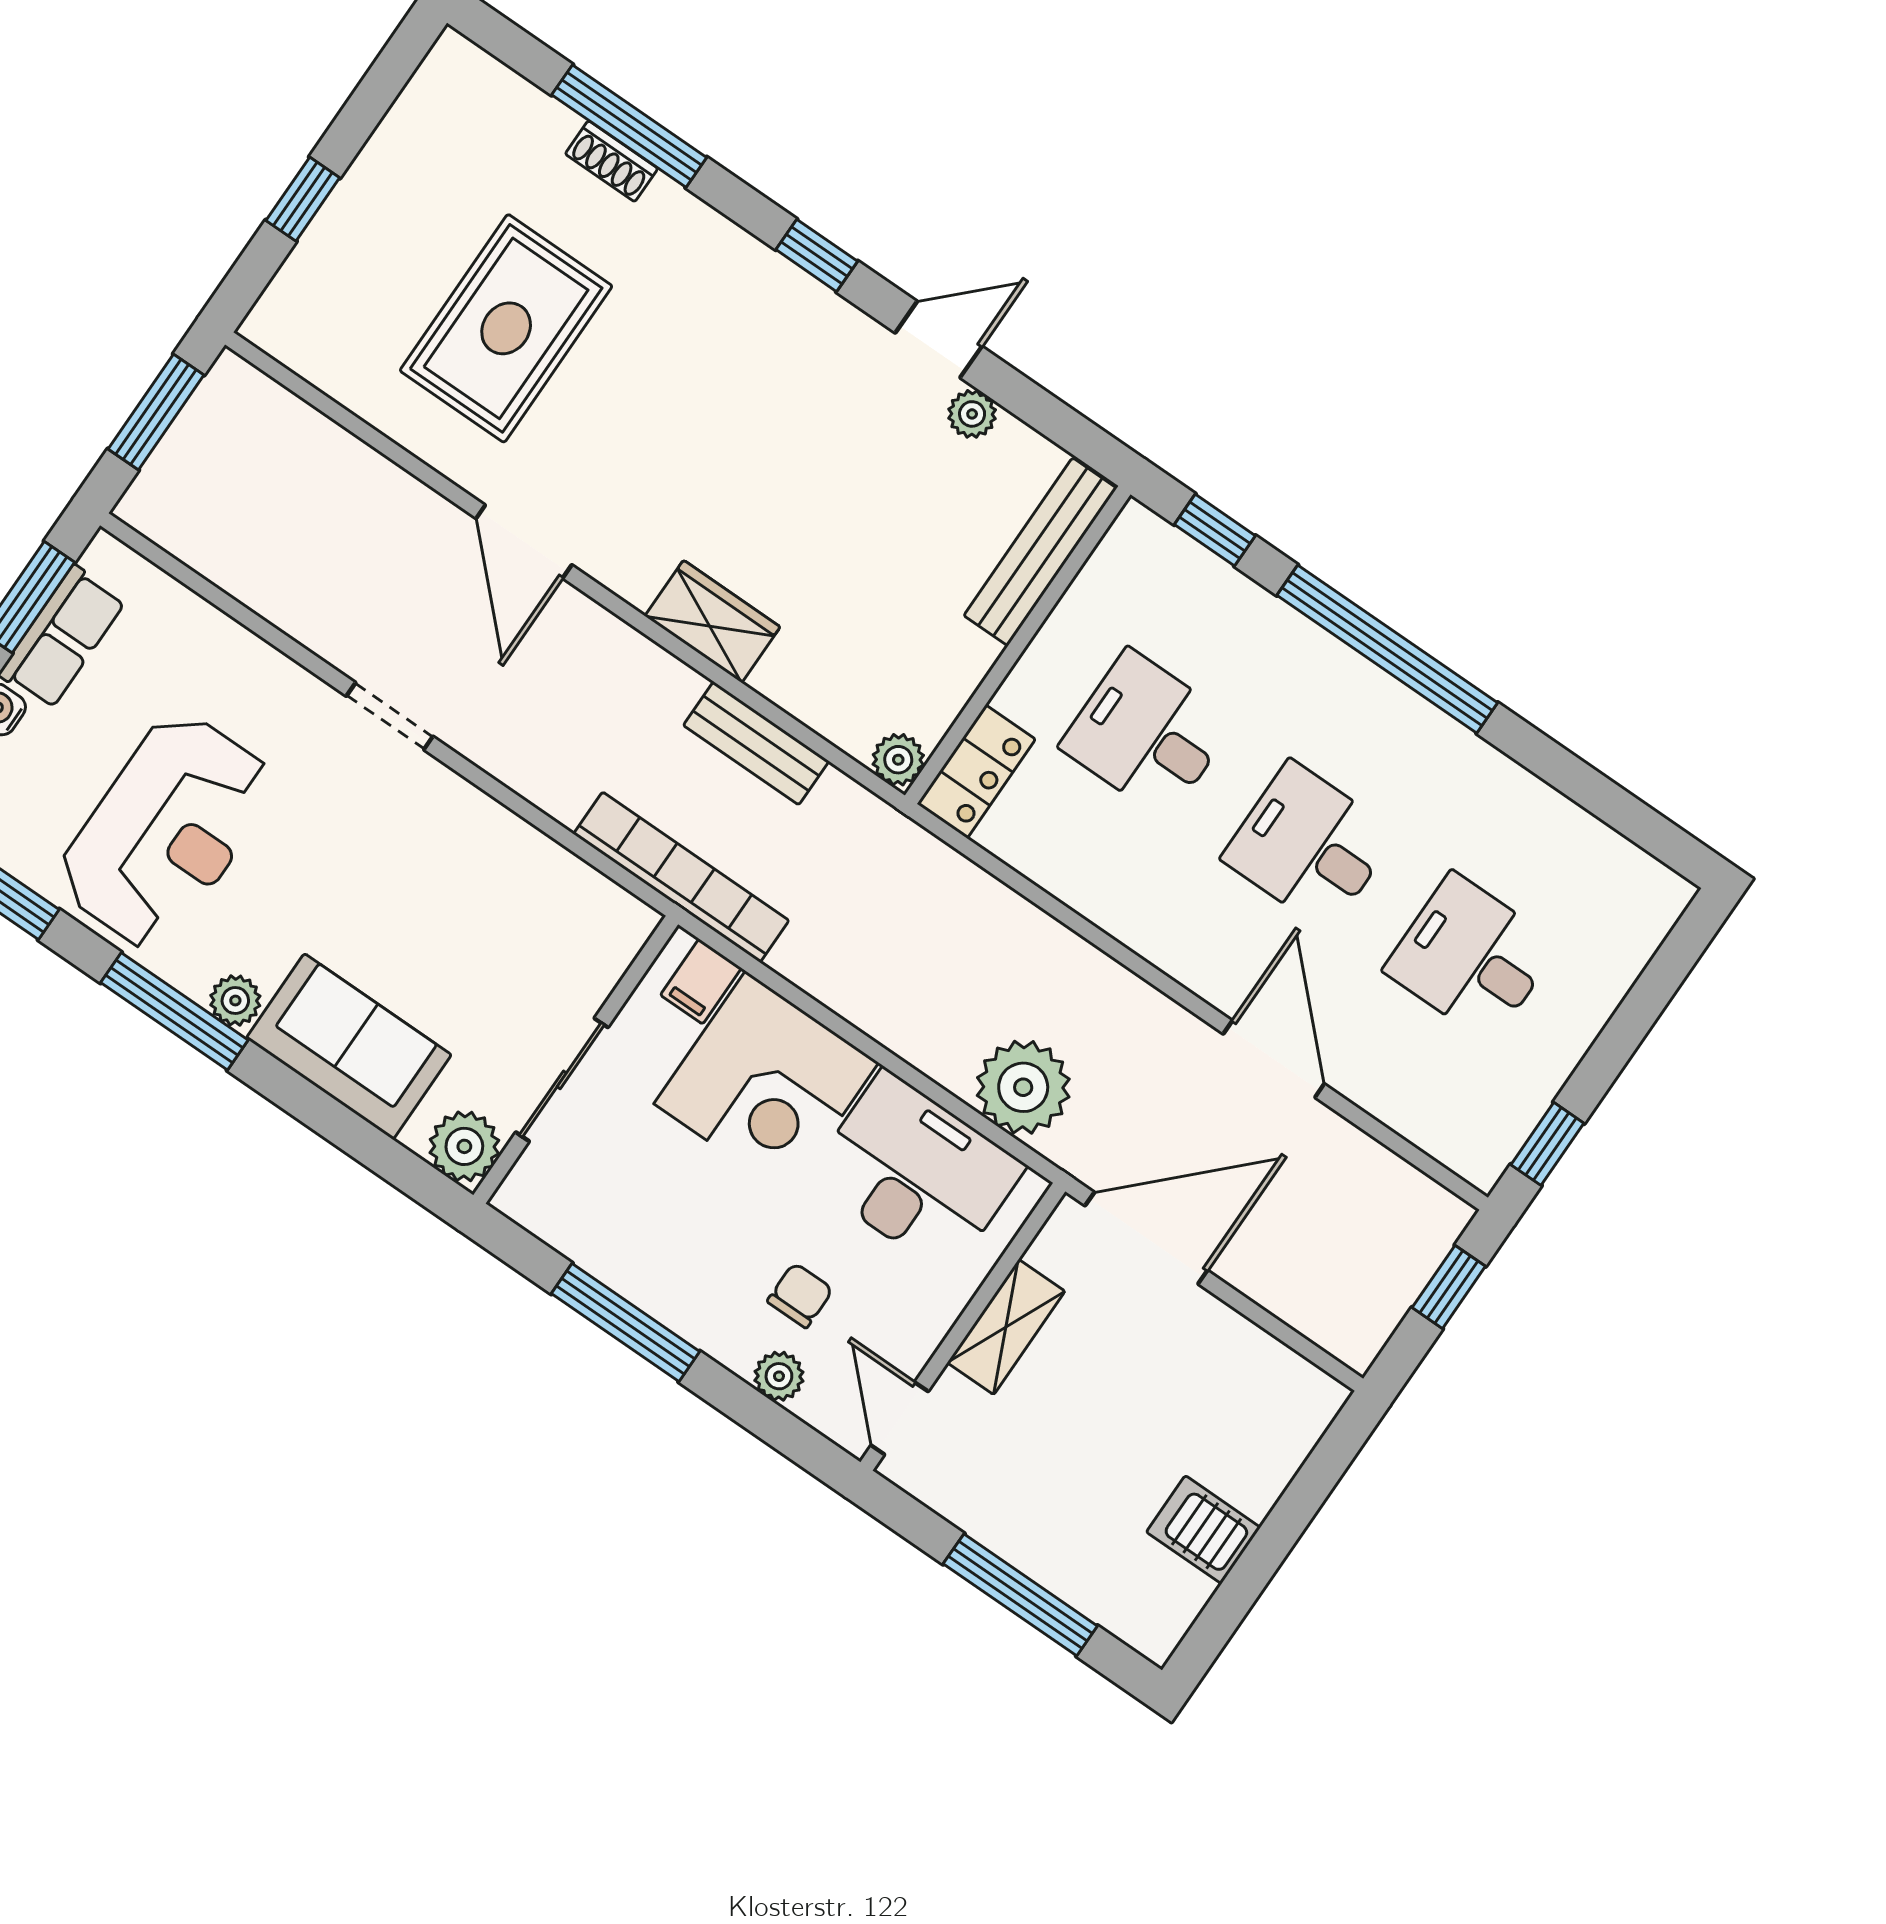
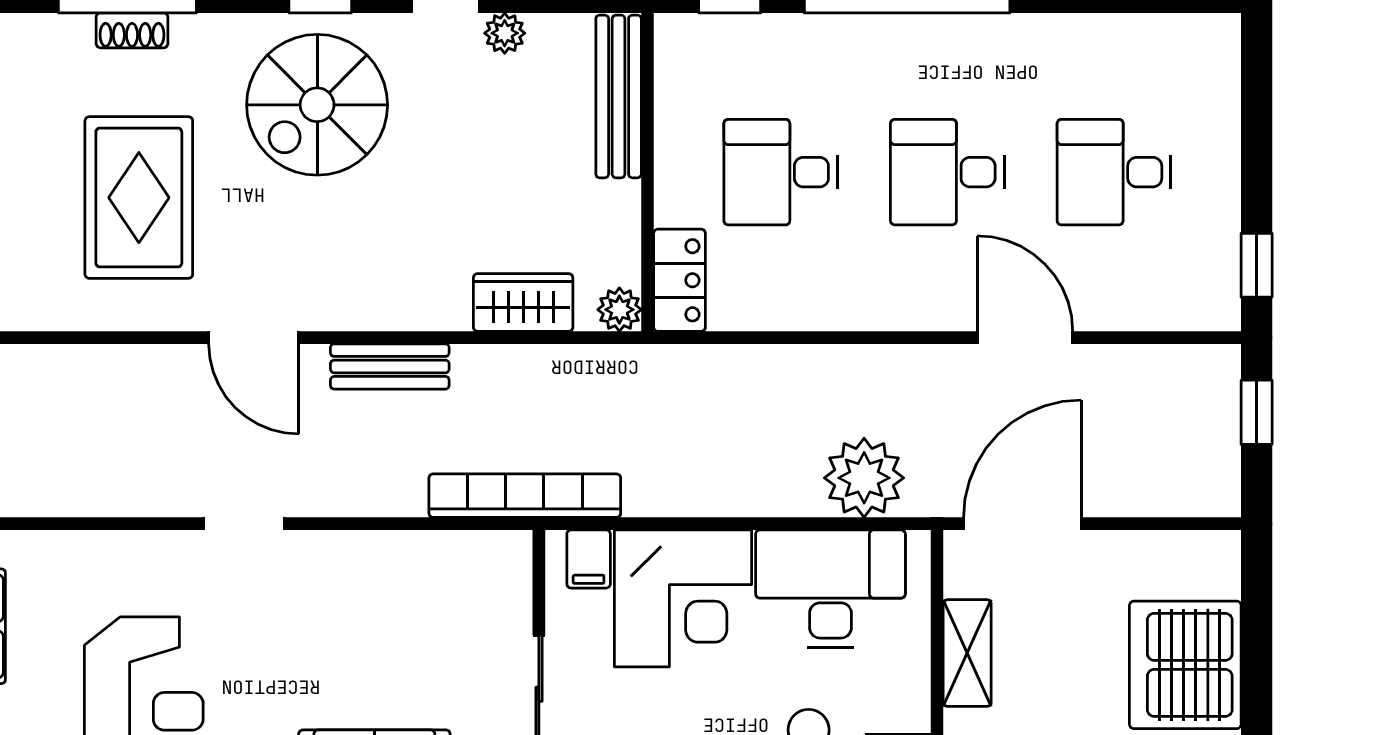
spiral stairs: (742, 358) -> (317, 105), added
wardrobe: (713, 621) -> (523, 302), moved
bench: (756, 743) -> (390, 366), moved
server rack: (1203, 1530) -> (1185, 665), width x2.18, depth x1.44

